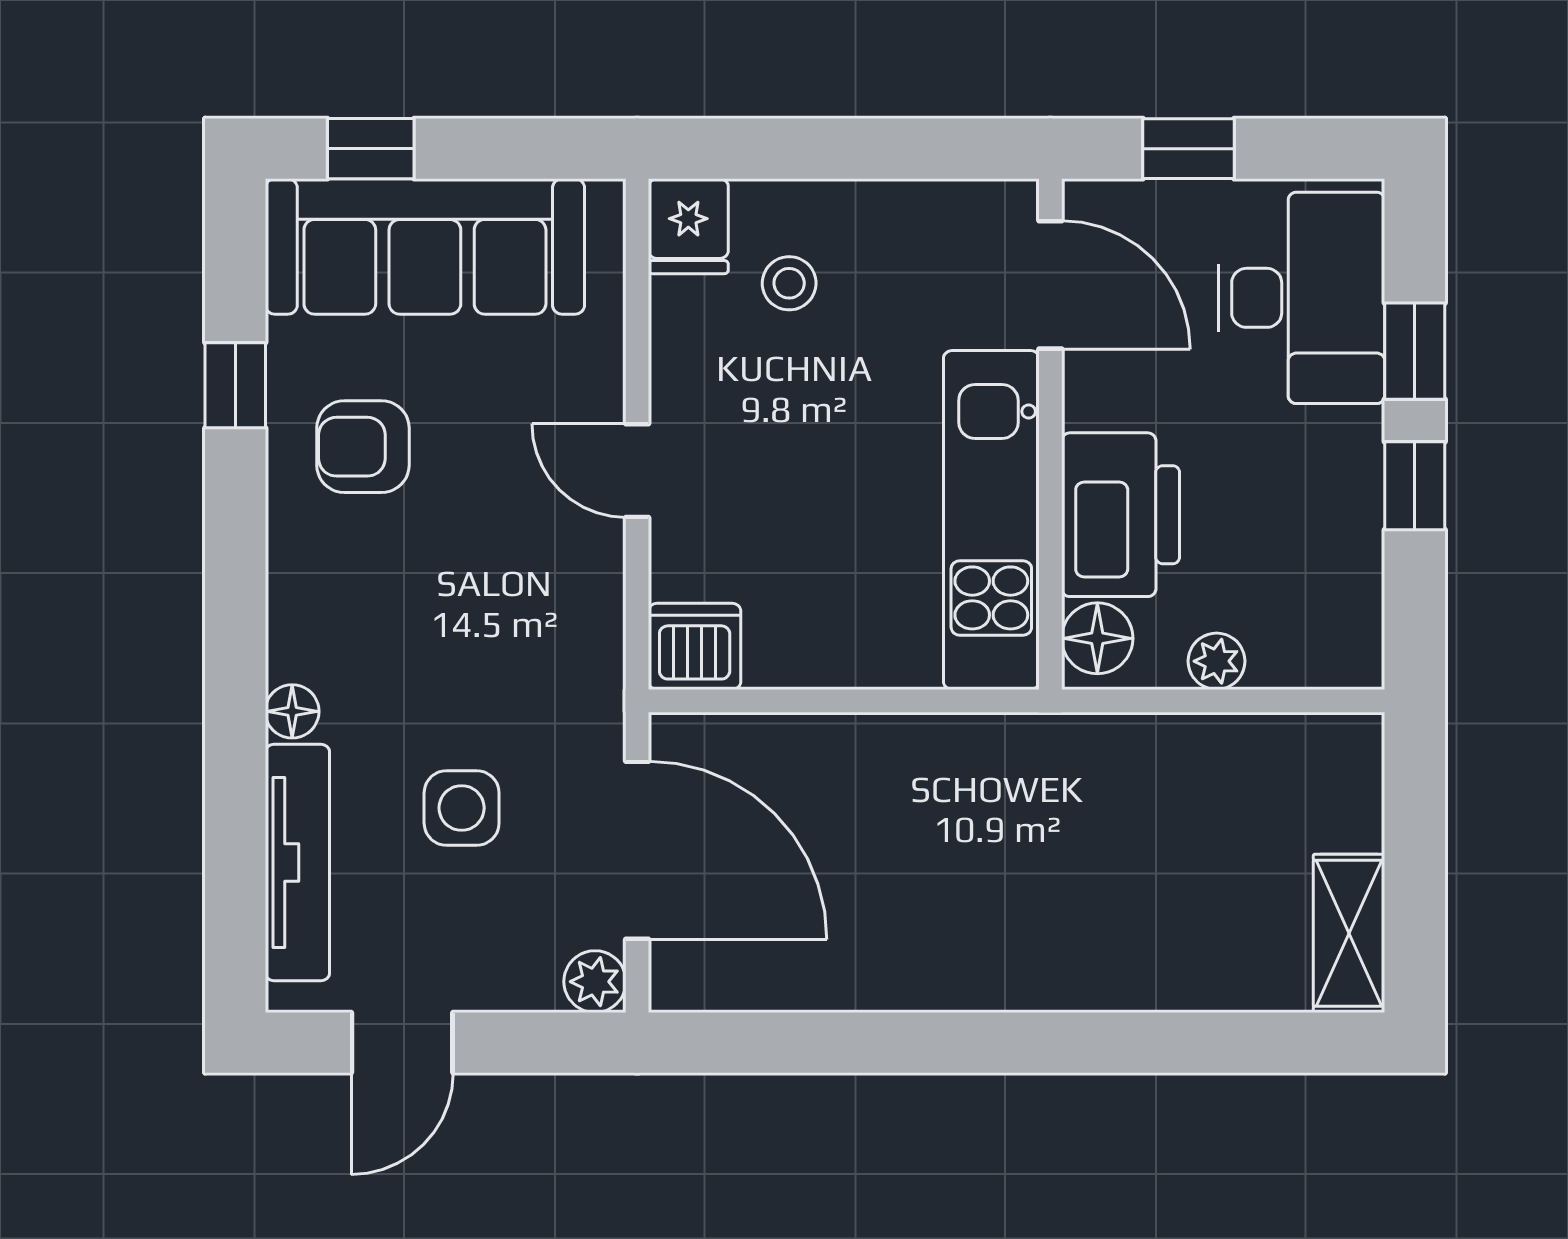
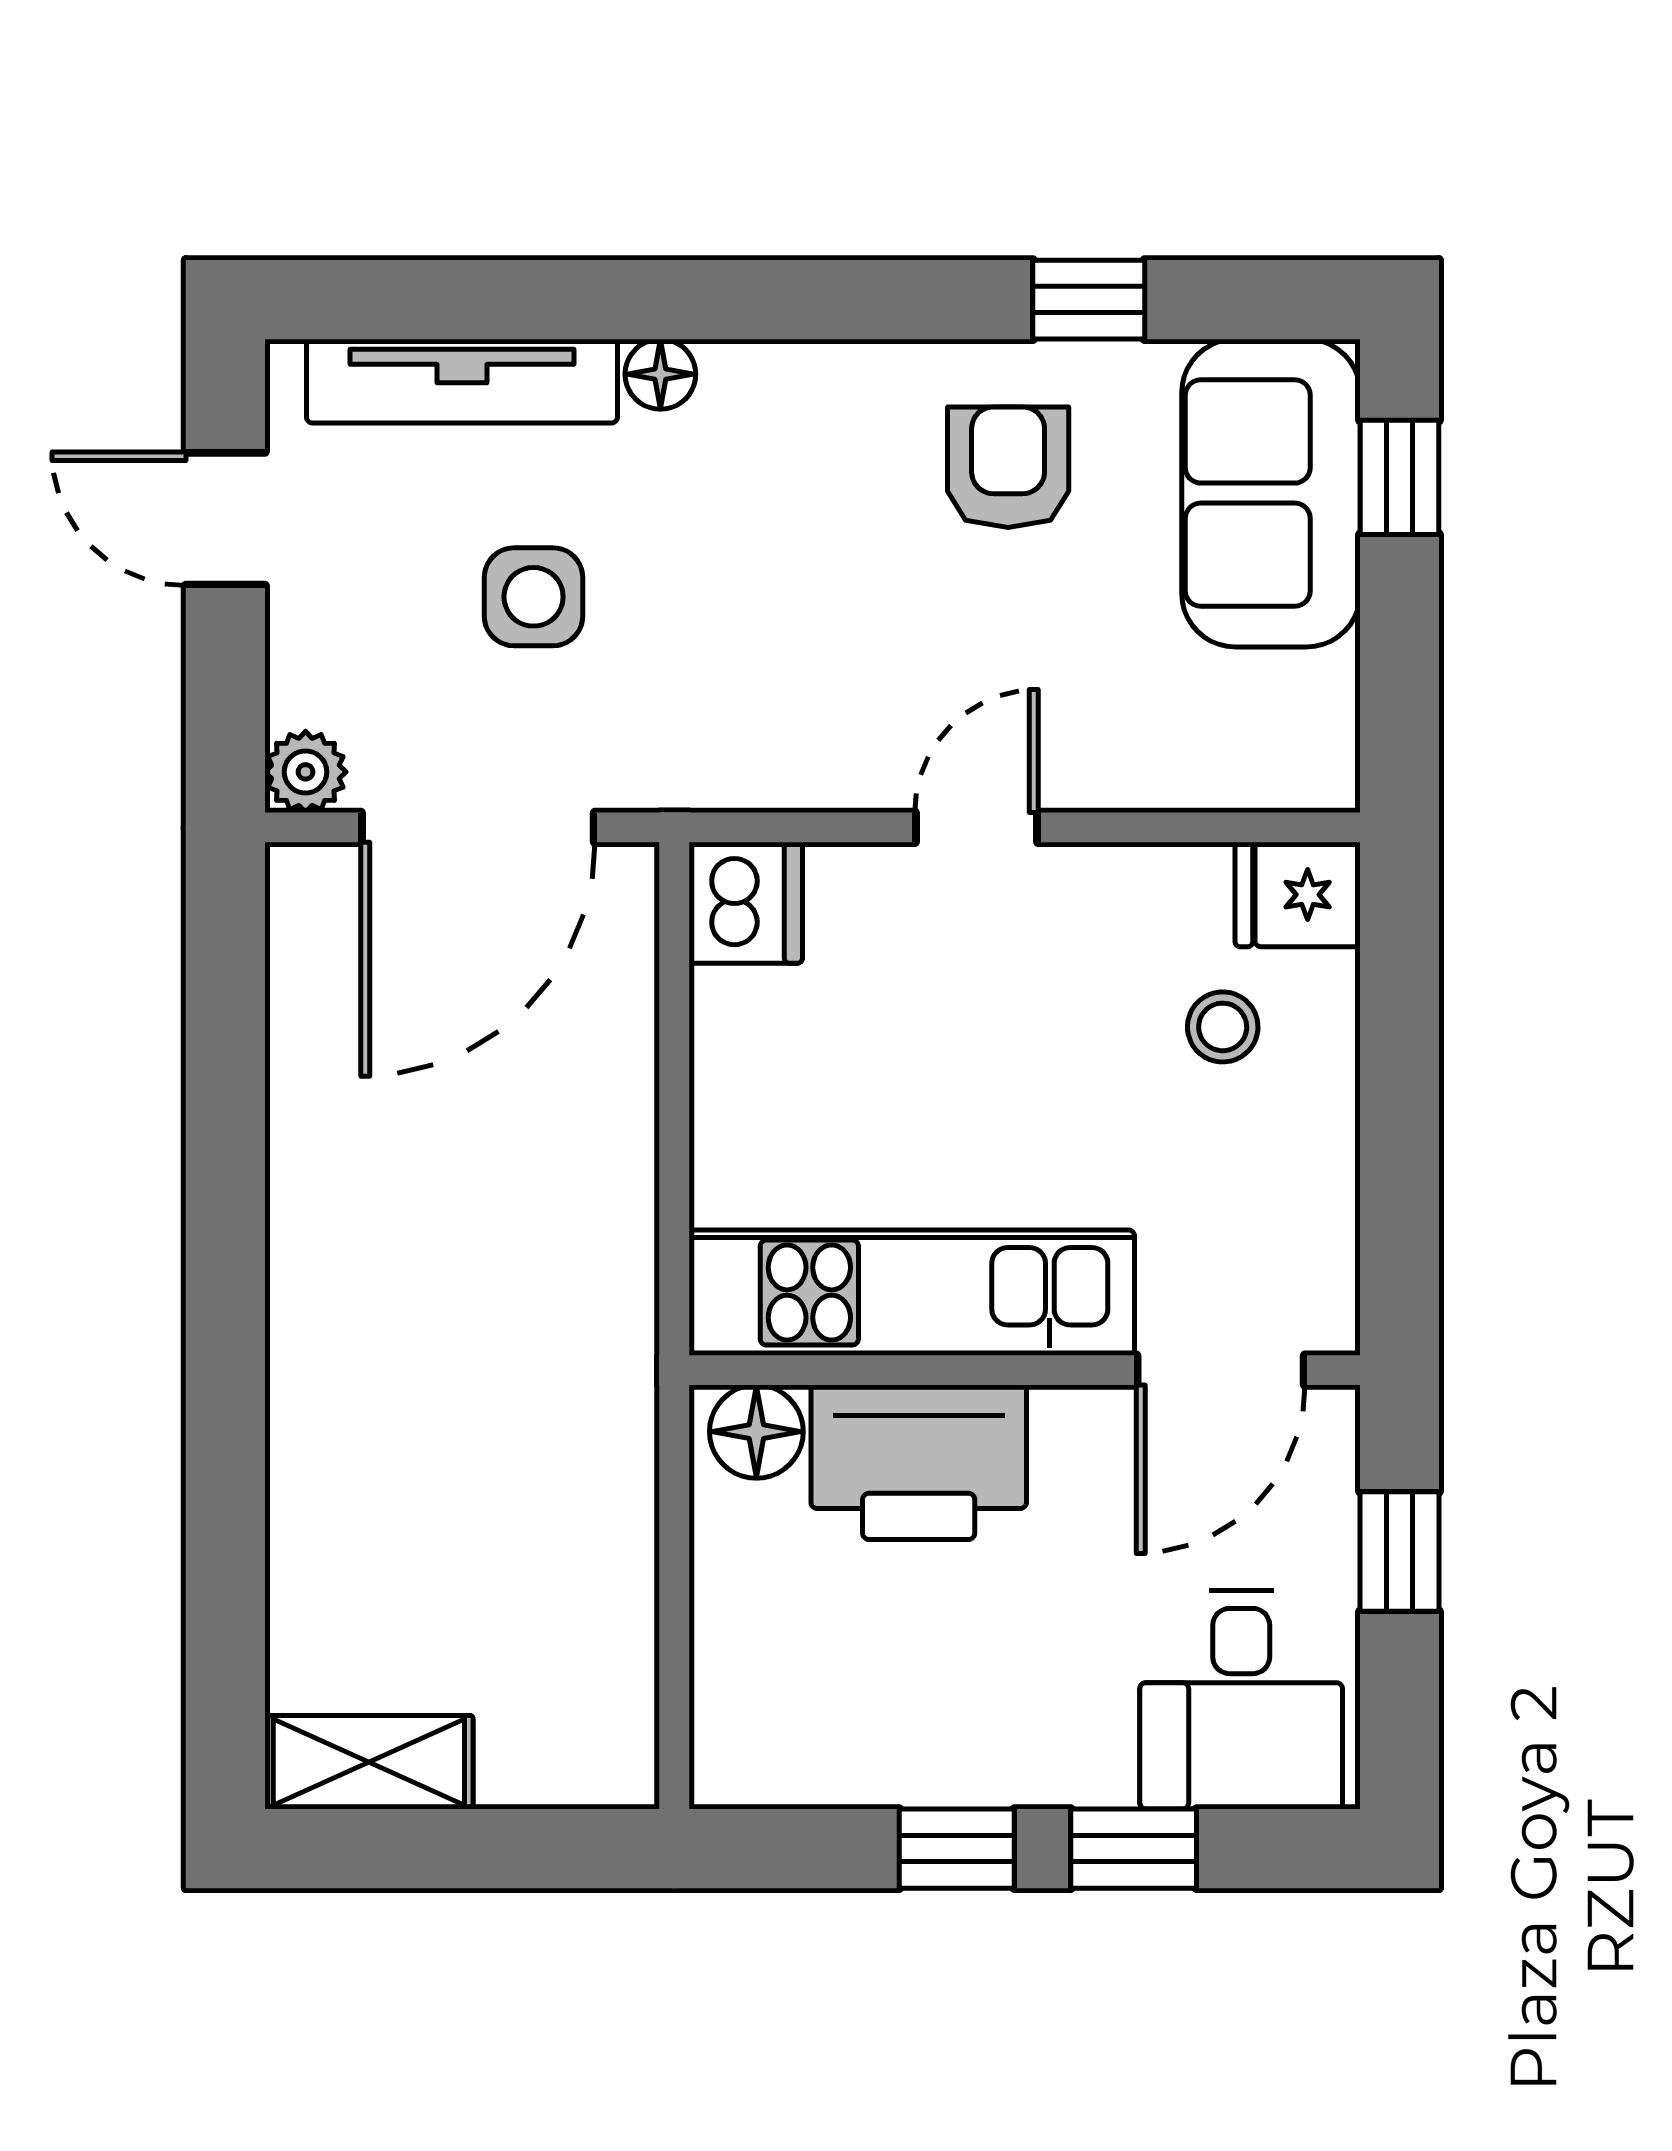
sofa: (425, 246) -> (1271, 493), width x0.73
desk: (1302, 298) -> (1241, 1700), width x0.73
plant: (1217, 661) -> (726, 1588), removed

